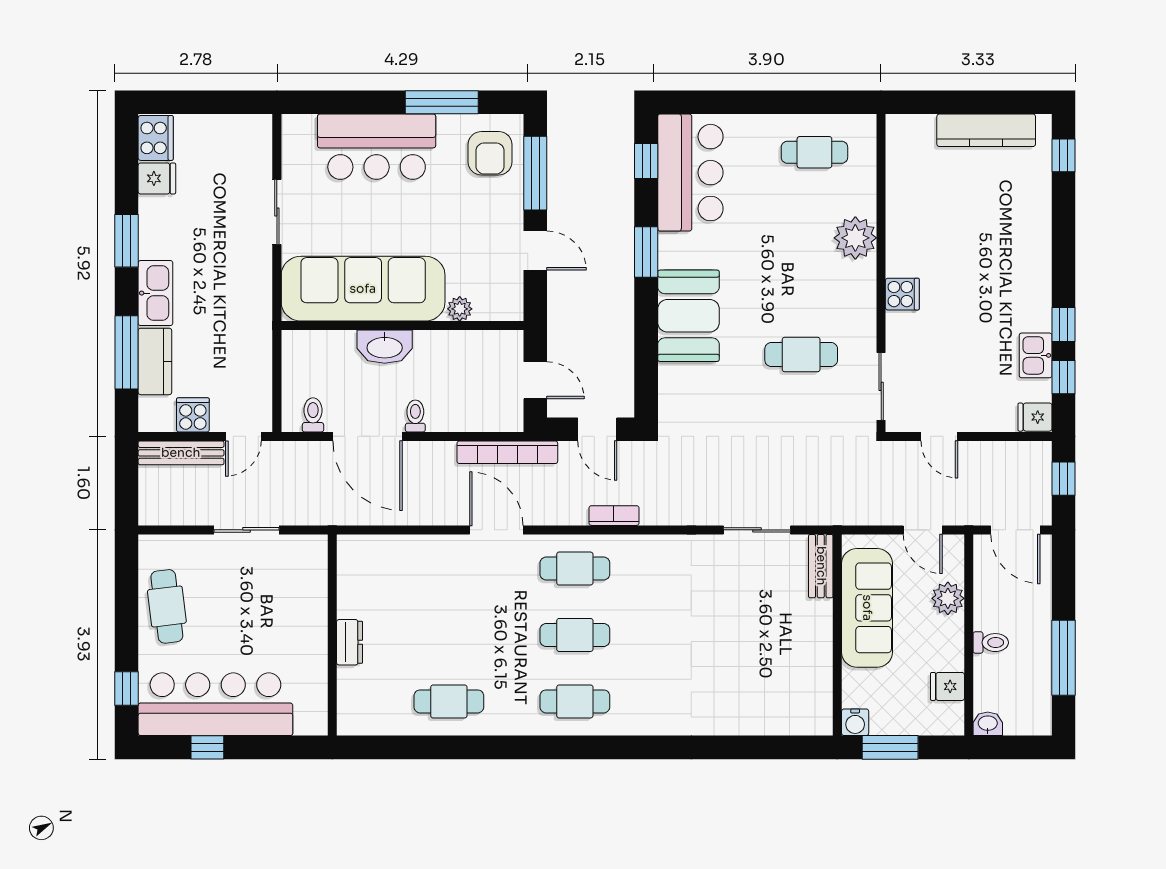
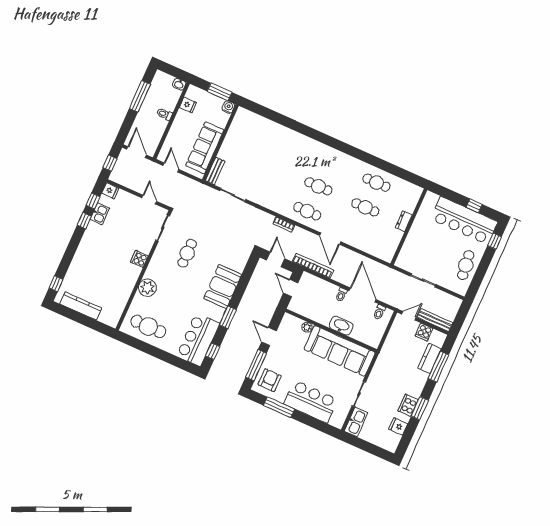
cooker: (156, 138) -> (408, 405), moved
cafe table: (814, 152) -> (148, 326), width x1.37, depth x1.35
kitchen sink: (155, 293) -> (356, 422), moved, turned 180
cafe table: (801, 355) -> (187, 253), turned 90
plant: (948, 598) -> (173, 138), removed
cafe table: (575, 701) -> (365, 207), moved

